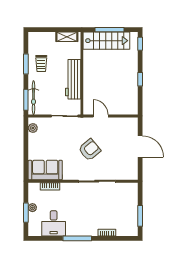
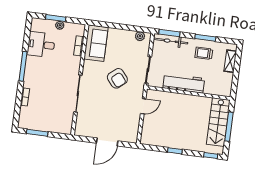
shelving: (67, 37) -> (230, 61), moved
armchair: (90, 150) -> (117, 78), moved

